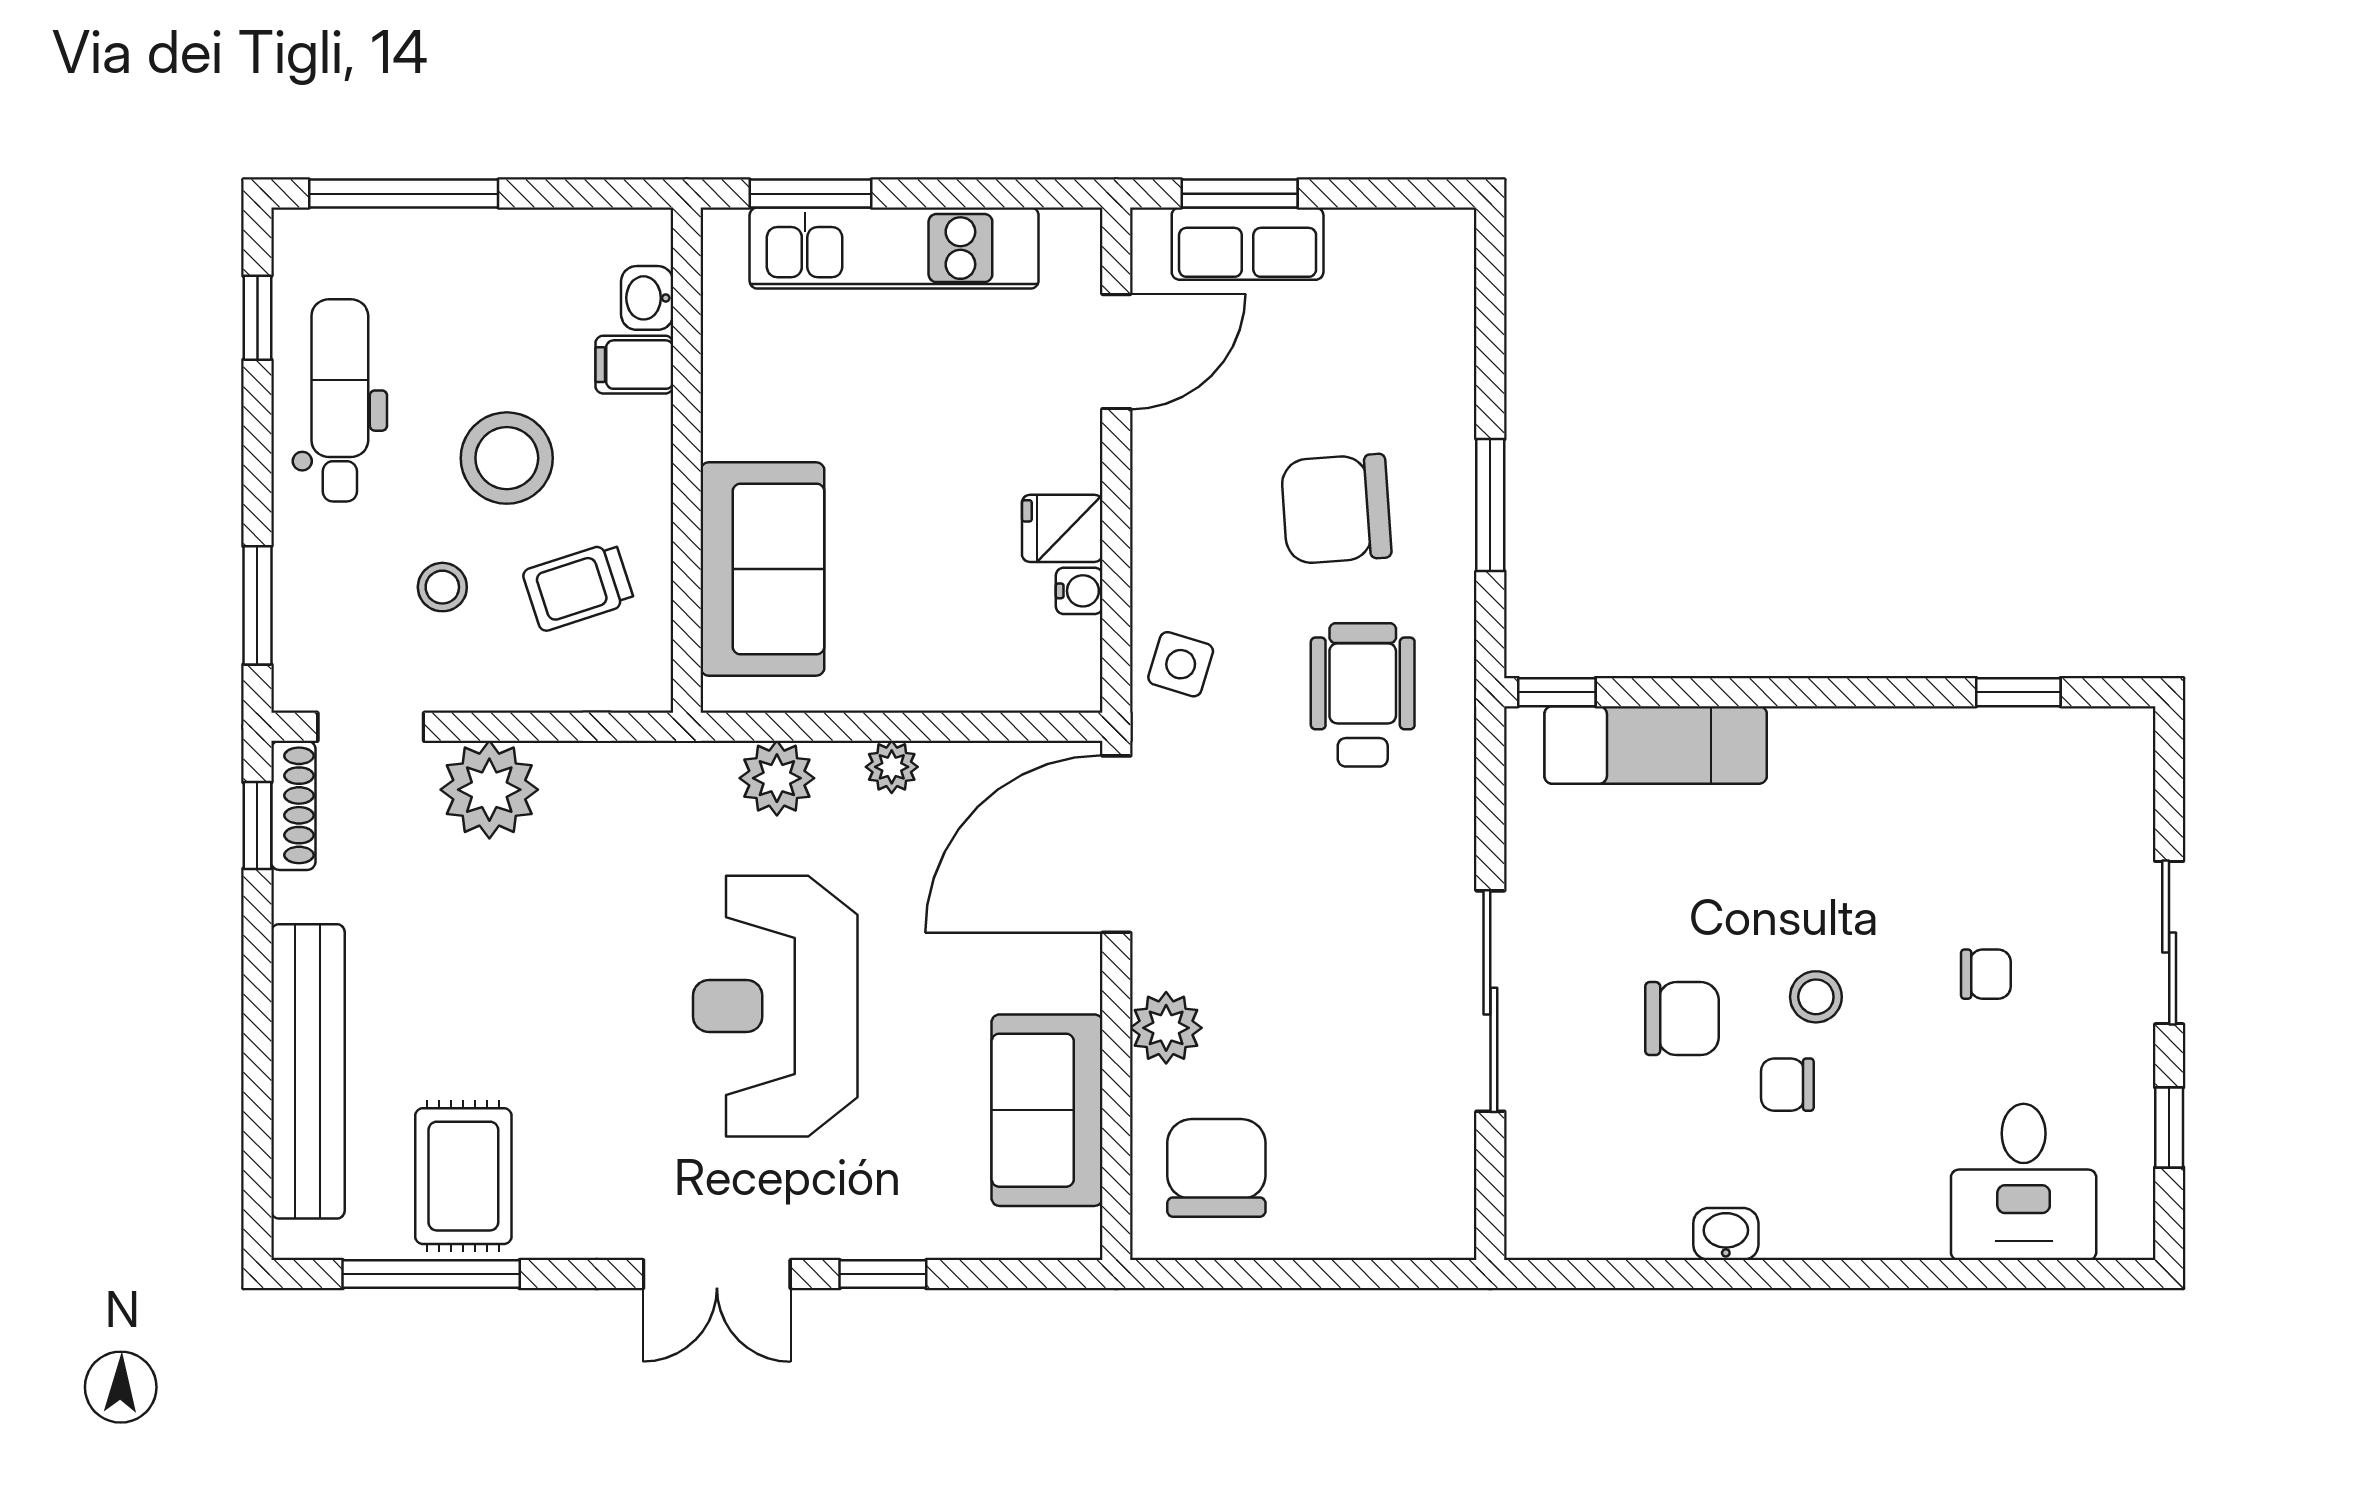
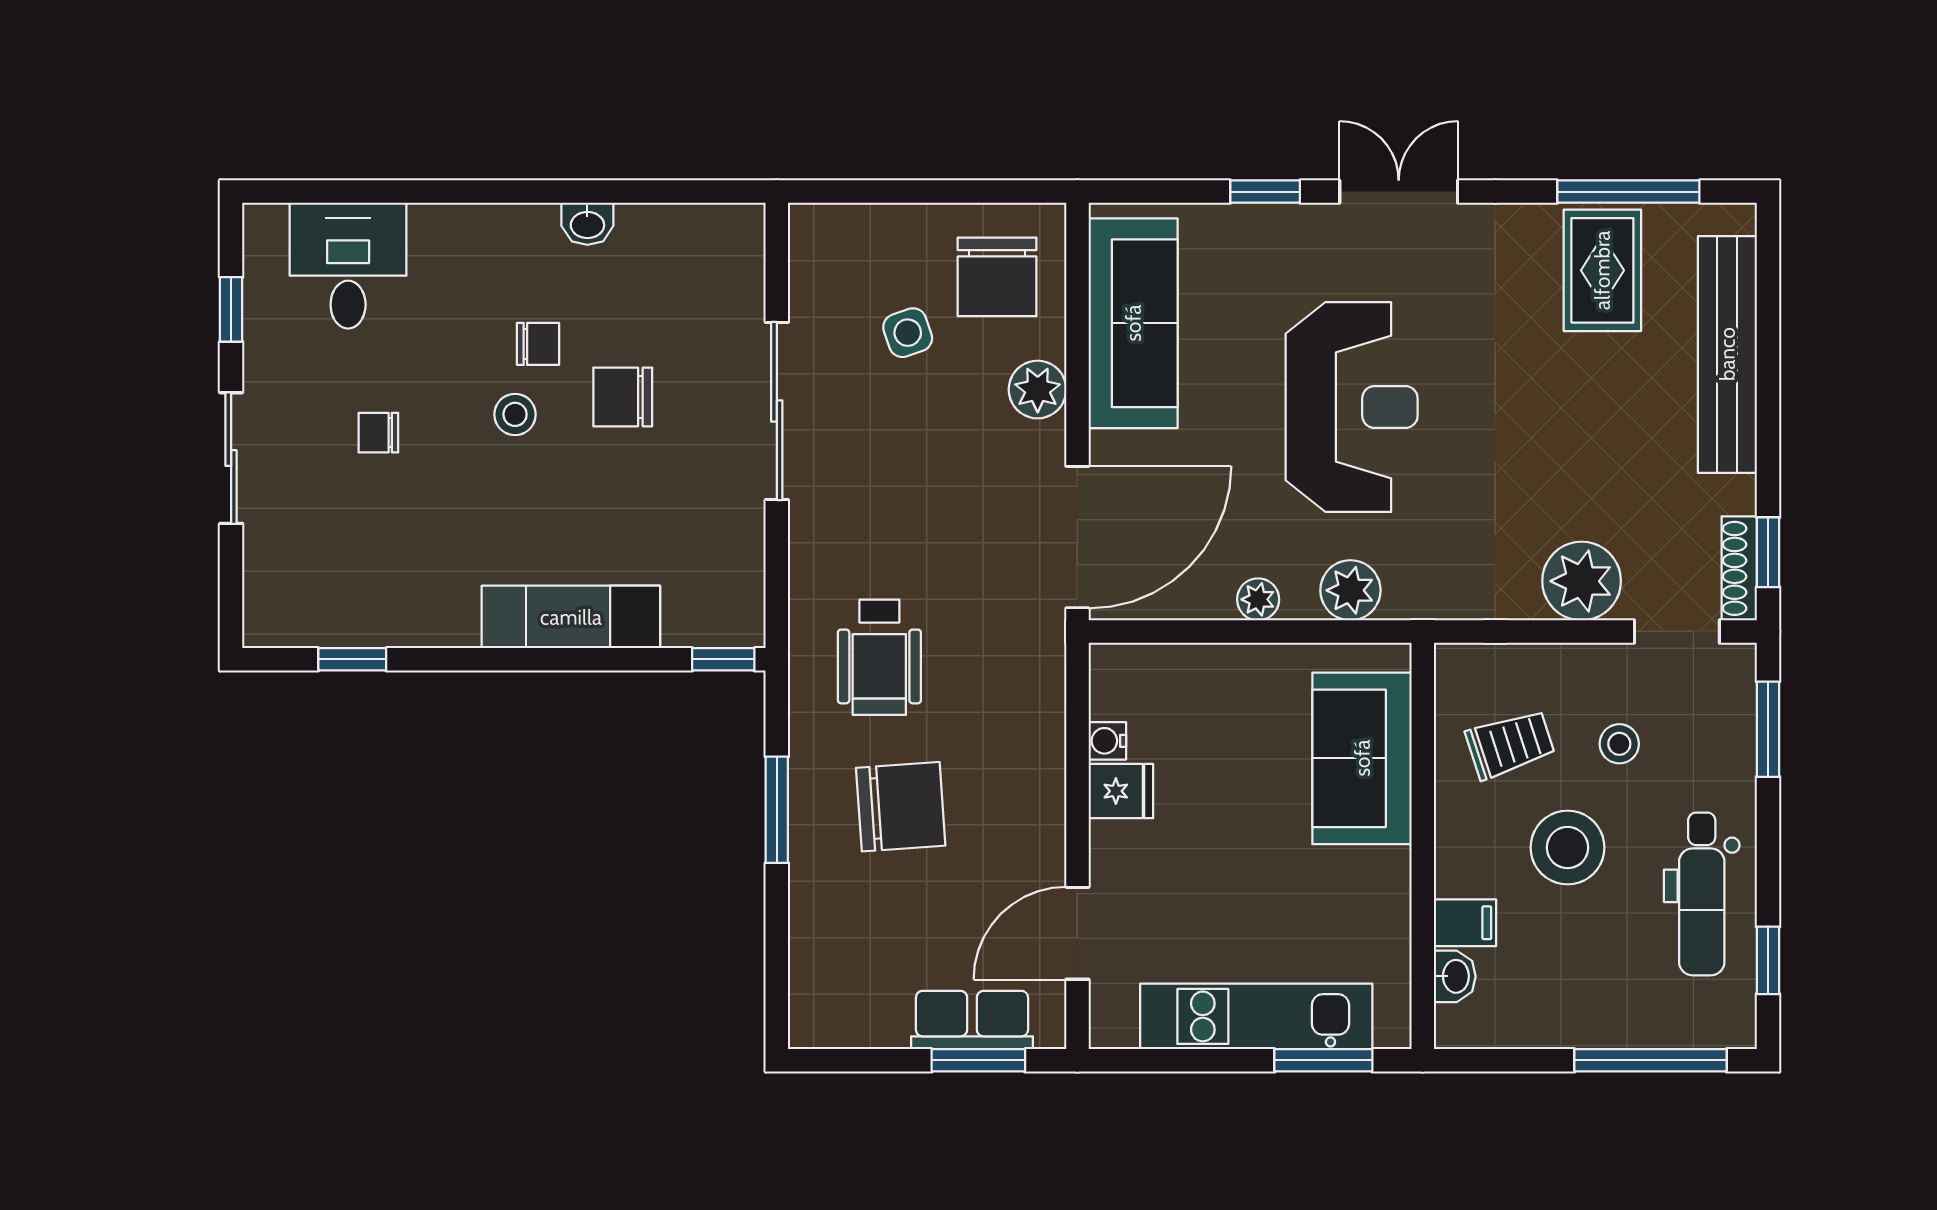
side table: (1181, 664) -> (908, 333), moved, turned -36
exam couch: (1656, 745) -> (571, 617), moved
sofa: (1047, 1110) -> (1133, 323), width x1.36

